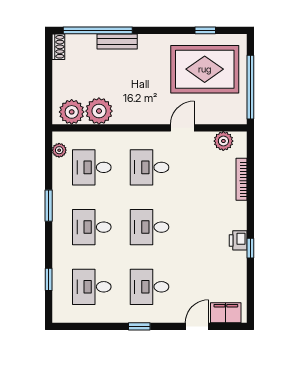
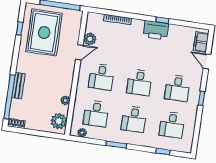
plant: (99, 111) -> (65, 100), width x0.53, depth x0.53
door: (182, 128) -> (79, 52), swing flipped
plant: (223, 141) -> (90, 39), moved
printer: (238, 240) -> (156, 30), width x1.87, depth x1.48

